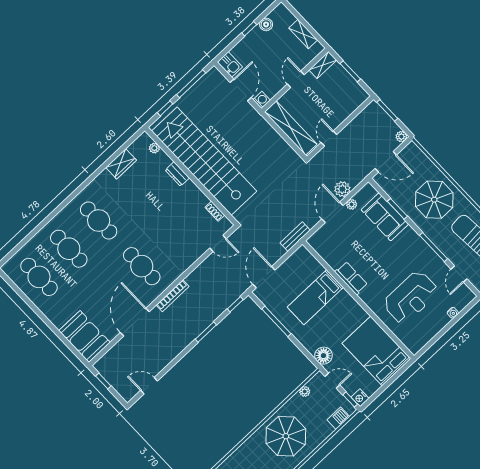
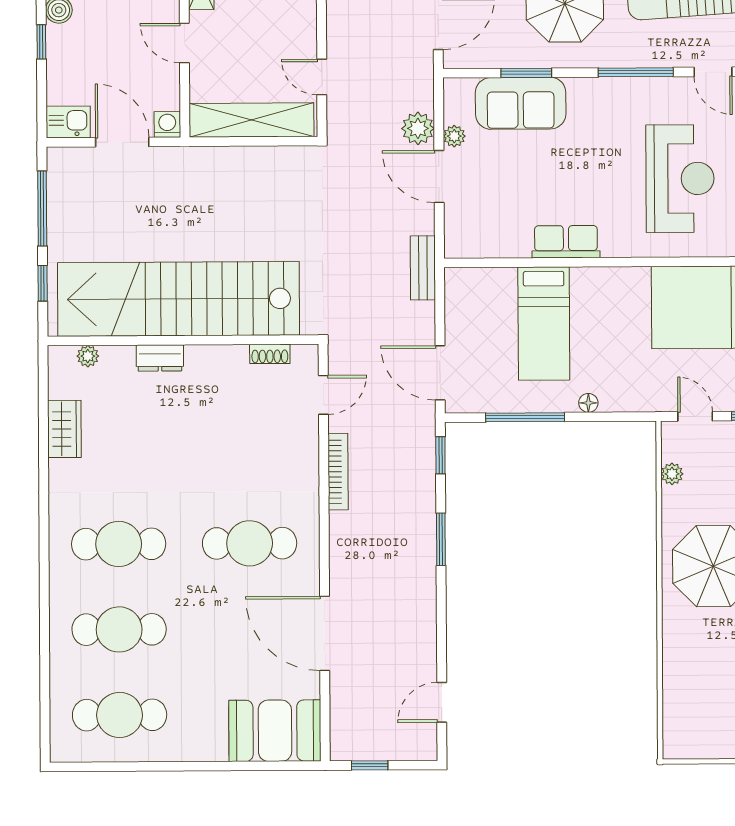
bookcase: (173, 296) -> (338, 472), moved
floor lamp: (323, 356) -> (588, 403), moved, width x0.53, depth x0.53
door: (332, 381) -> (695, 416), hinge flipped

